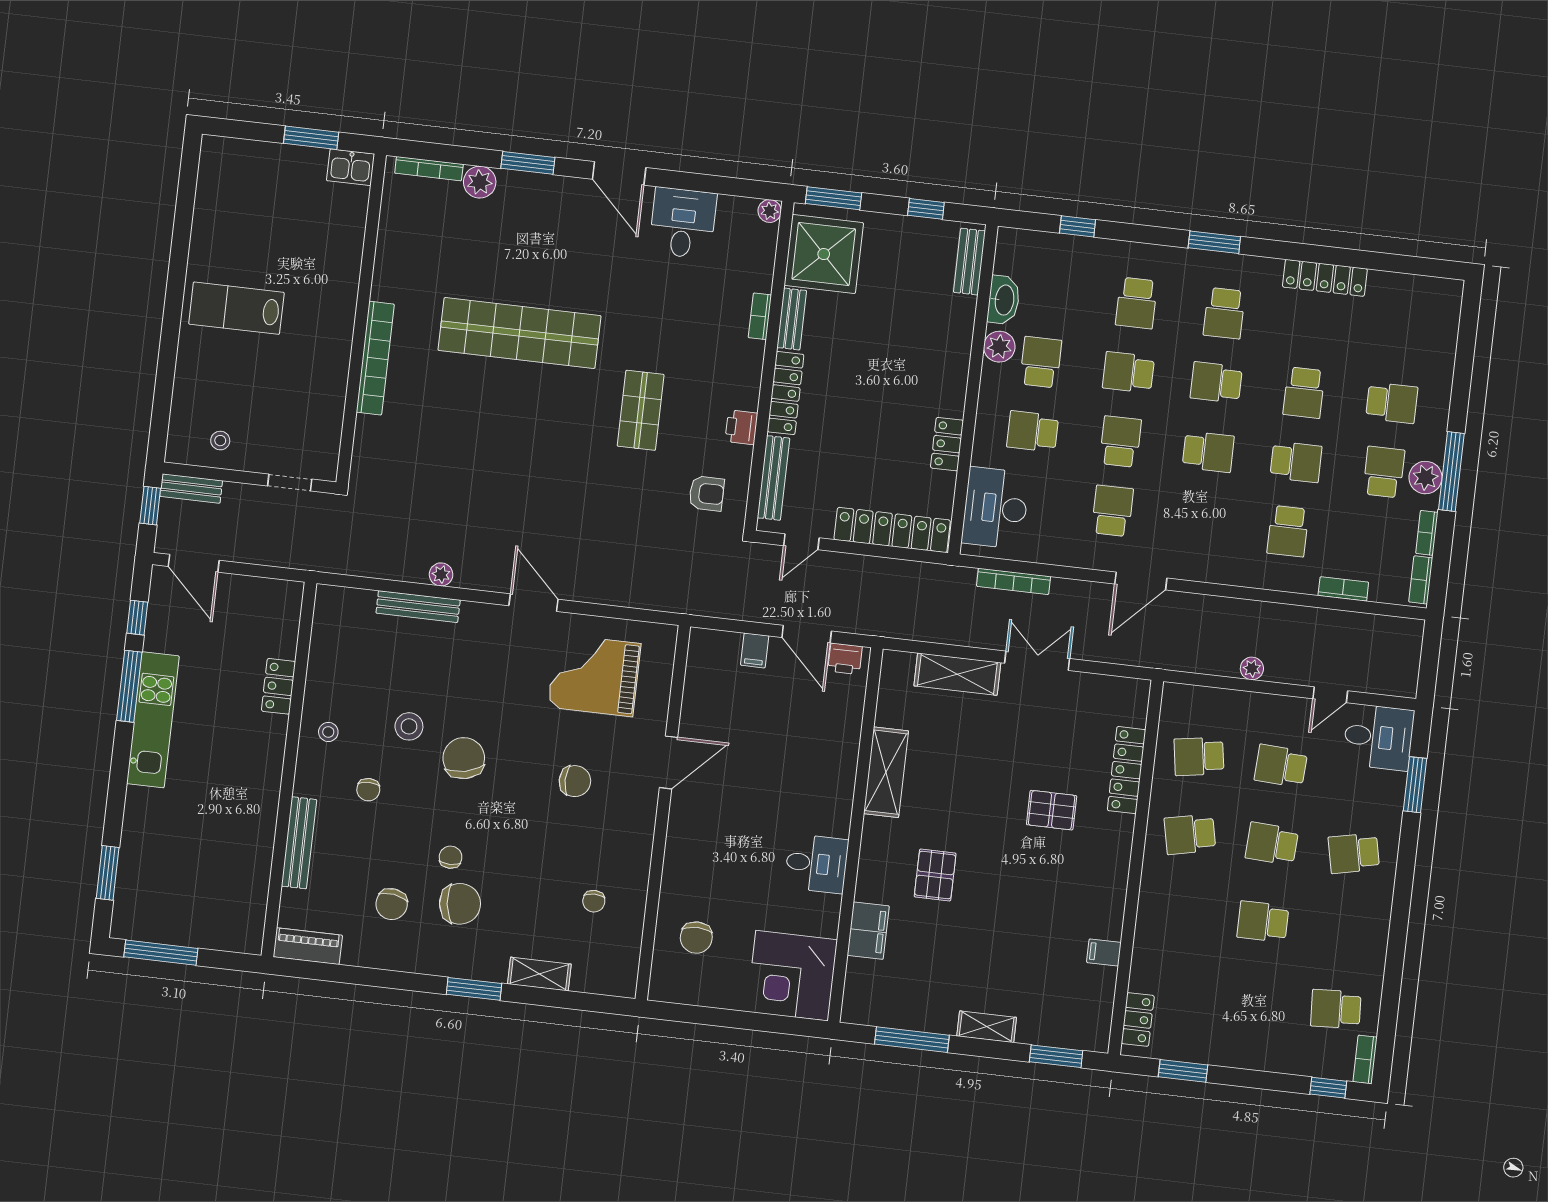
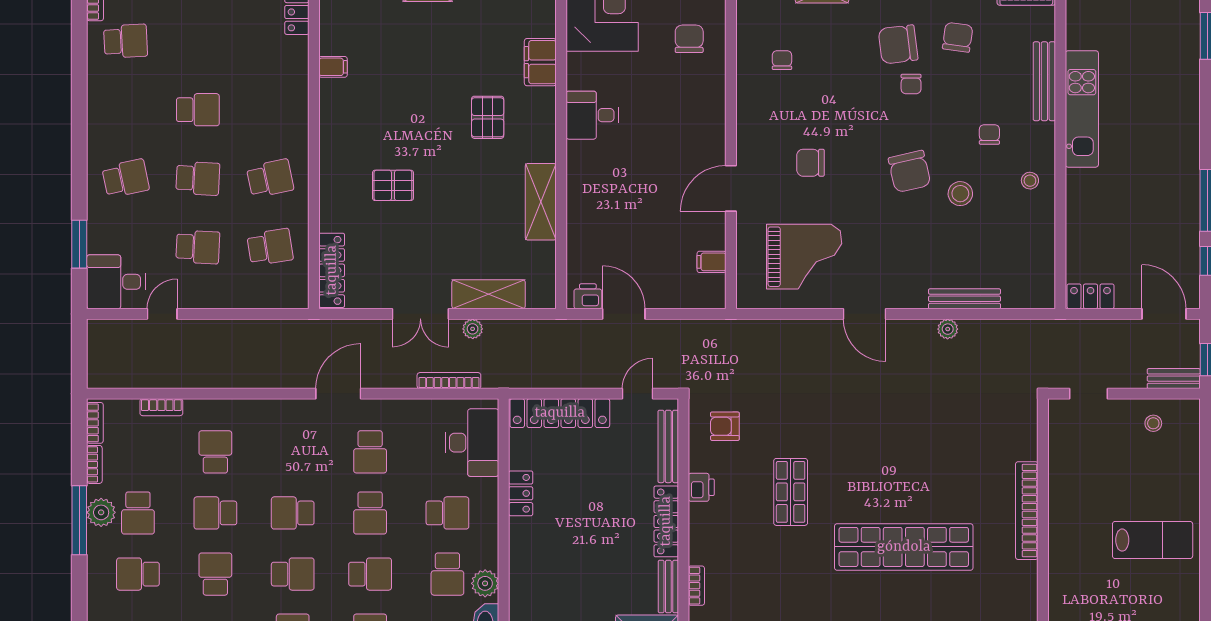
filing cabinet: (755, 650) -> (712, 262), moved, turned -90
plant: (1252, 668) -> (473, 329), moved
locker: (278, 686) -> (1090, 296), moved, turned -90
kitchen unit: (153, 720) -> (1082, 109), moved, turned 180
locker: (1127, 770) -> (332, 270), moved

